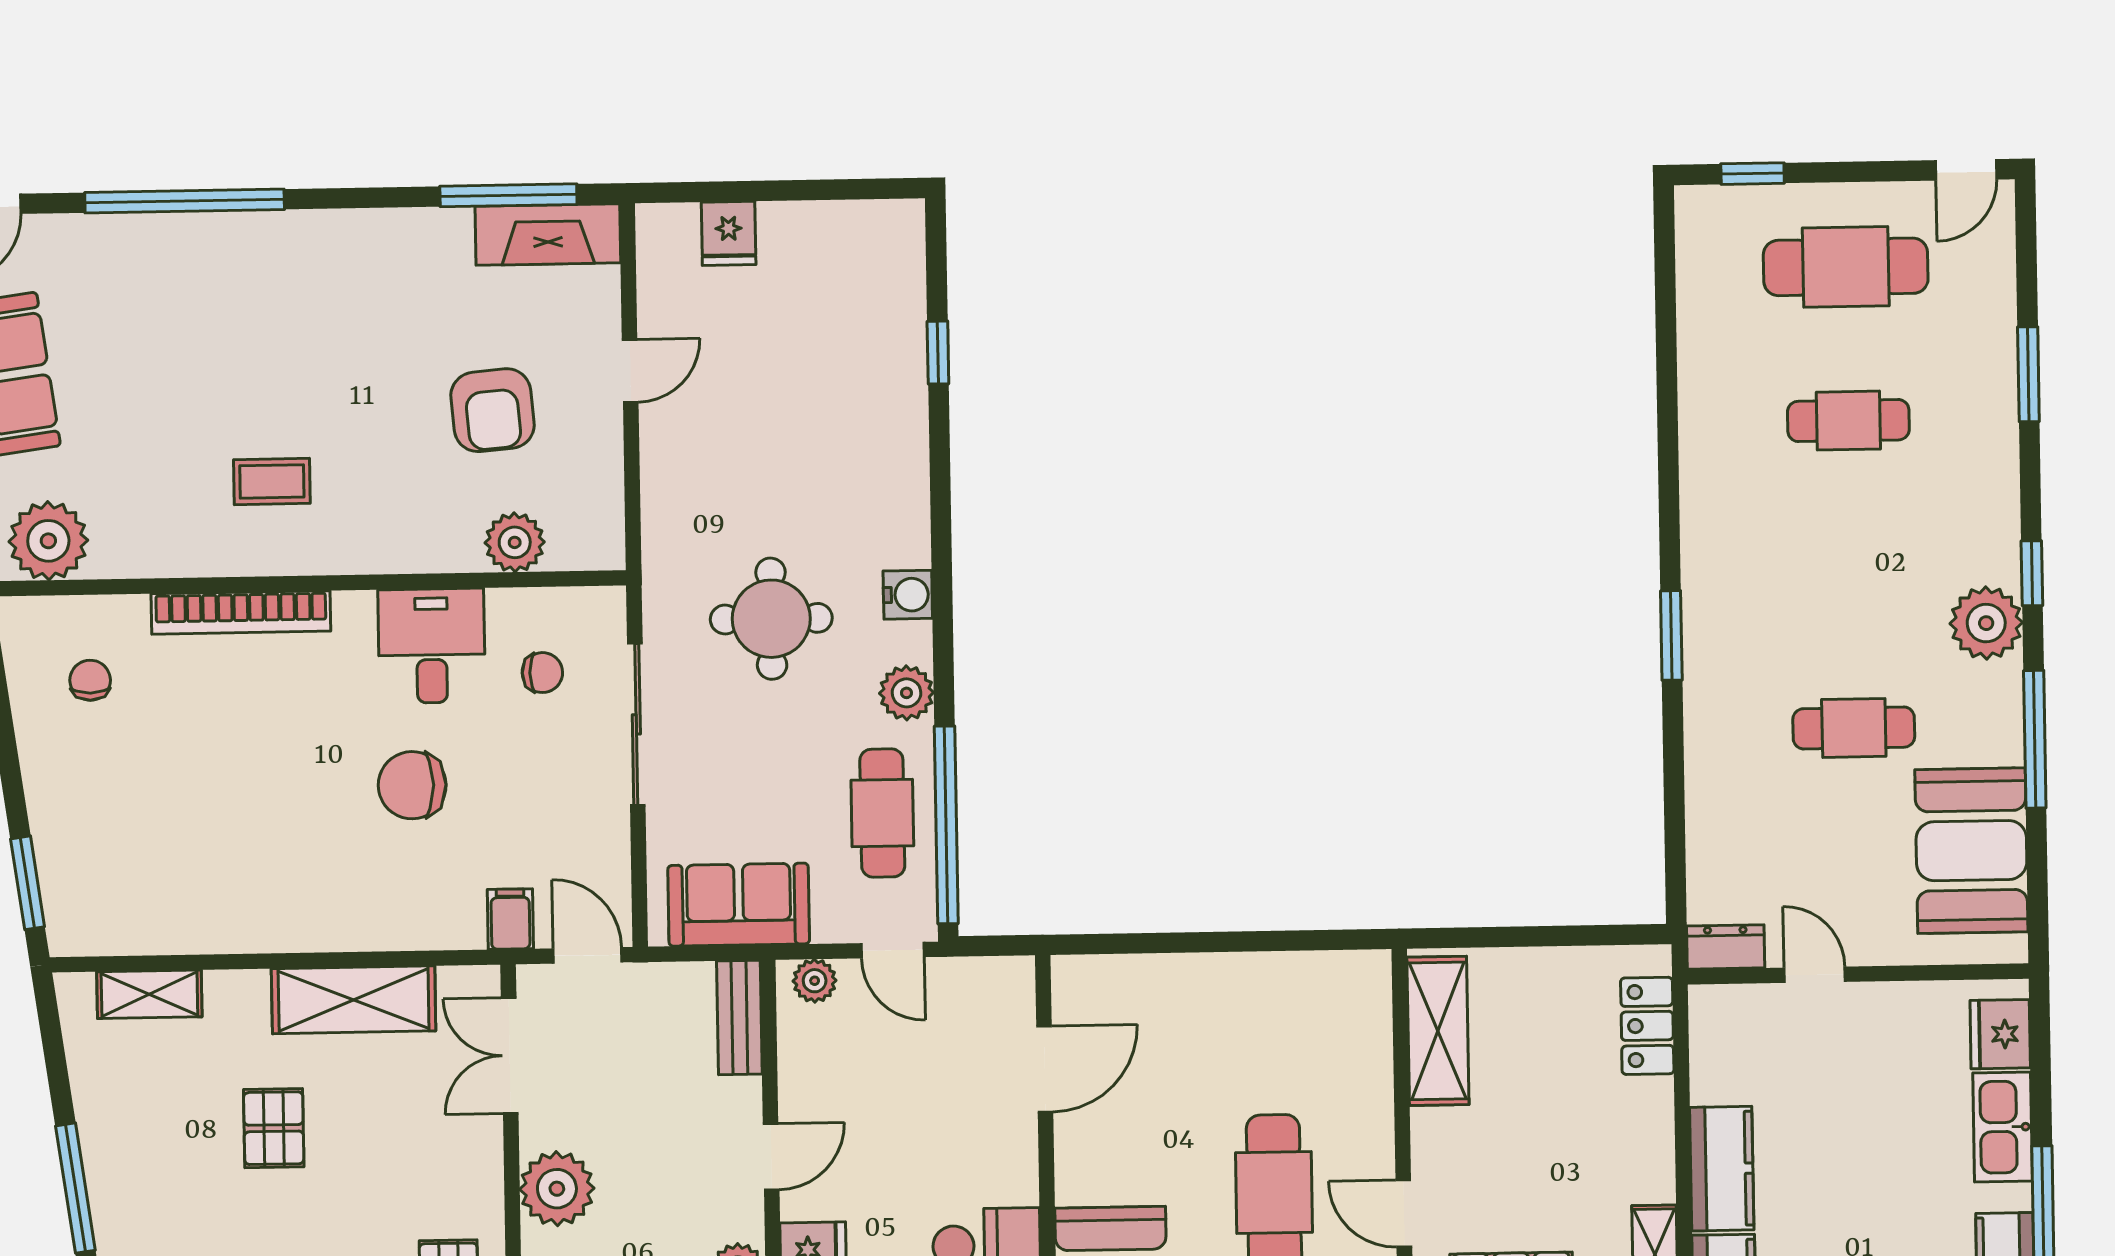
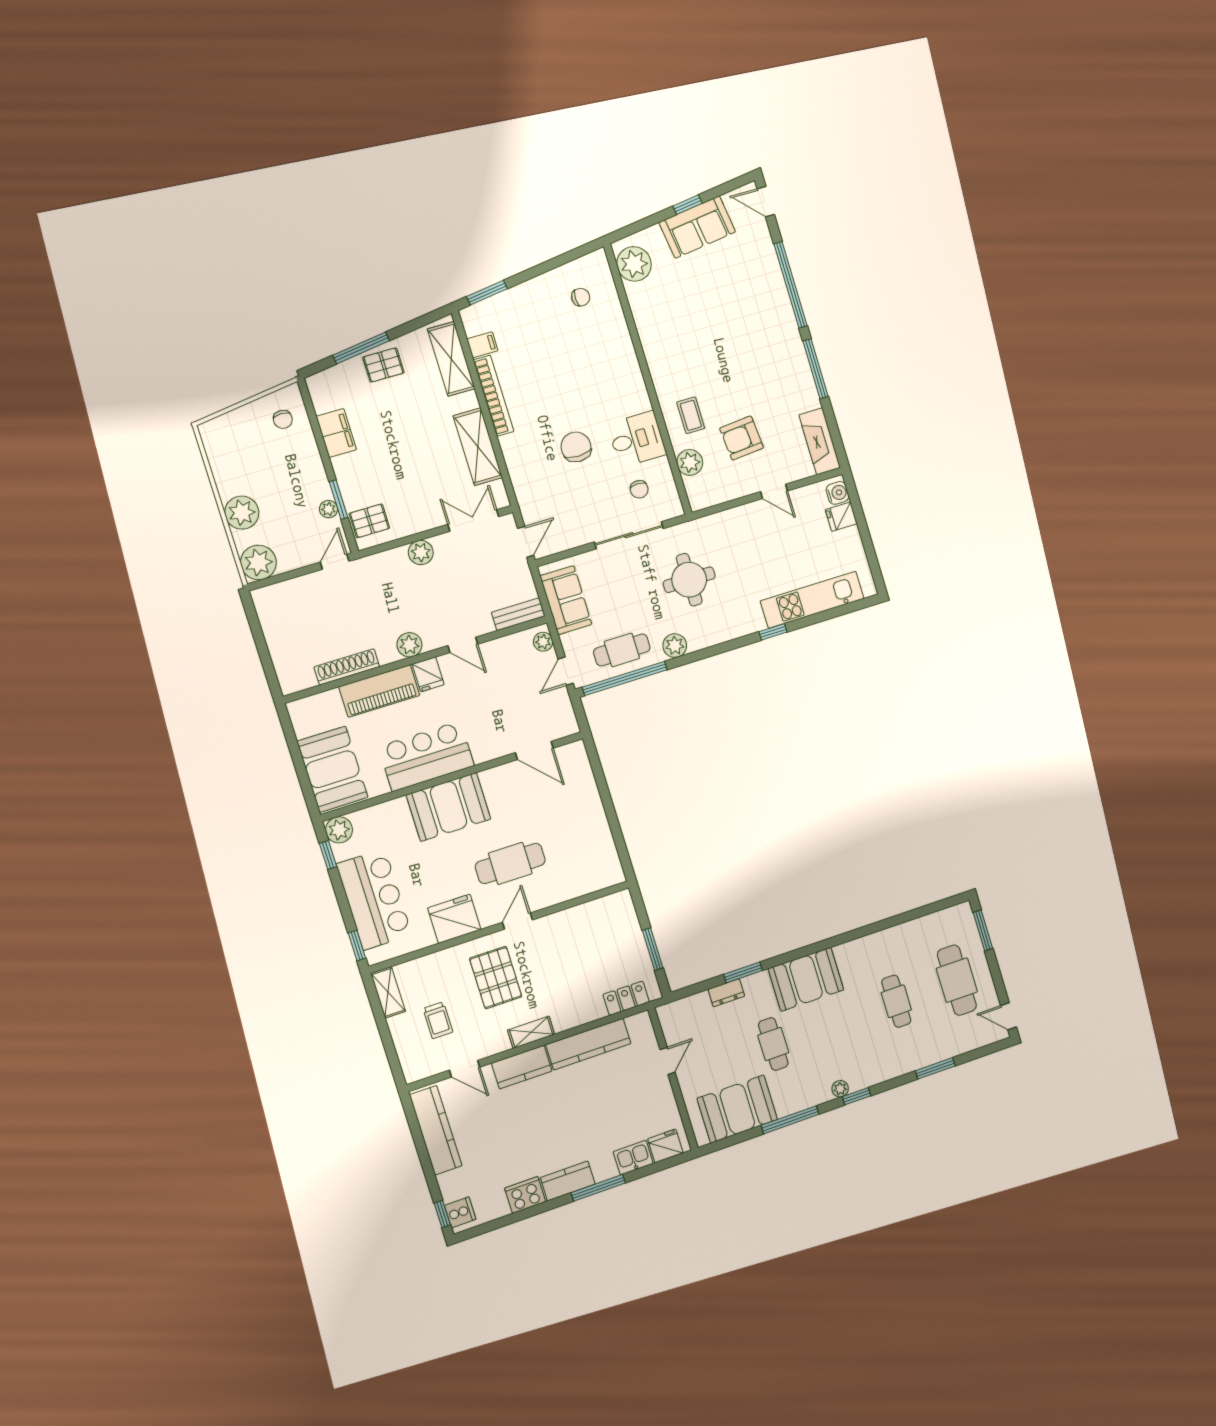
window: (1753, 174) -> (983, 930), width x1.50
window: (508, 195) -> (815, 369), moved
kitchen unit: (894, 353) -> (812, 600), added
window: (938, 353) -> (773, 632), moved
coffee table: (272, 481) -> (691, 415), moved
water cooler: (908, 595) -> (837, 493), moved, turned -90
bookcase: (241, 612) -> (494, 396), moved, turned 180
booth: (1734, 612) -> (806, 979), added
plant: (1986, 623) -> (840, 1089), width x0.53, depth x0.53
window: (1671, 635) -> (743, 972), moved
filing cabinet: (510, 919) -> (482, 345), moved
window: (1558, 936) -> (653, 949), added
dresser: (1726, 947) -> (726, 993), moved, turned 90
shelving: (149, 994) -> (451, 359), width x1.50, depth x1.33
shelving: (1438, 1031) -> (599, 911), removed
kitchen sink: (2003, 1127) -> (633, 1158), width x0.73
pallet: (274, 1128) -> (383, 365), moved
kitchen counter: (1722, 1169) -> (588, 1044), width x1.50
plant: (557, 1189) -> (421, 552), width x0.73, depth x0.73

